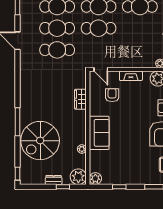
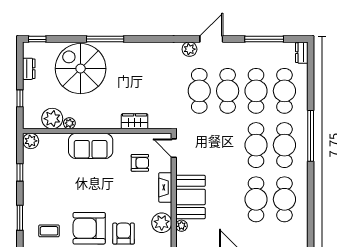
cafe table: (99, 28) -> (228, 145), removed
plant: (25, 57) -> (189, 49), added
booth: (138, 57) -> (190, 197), added
door: (101, 69) -> (174, 148), hinge flipped
plant: (78, 177) -> (52, 119), moved
dresser: (54, 180) -> (29, 69), moved

